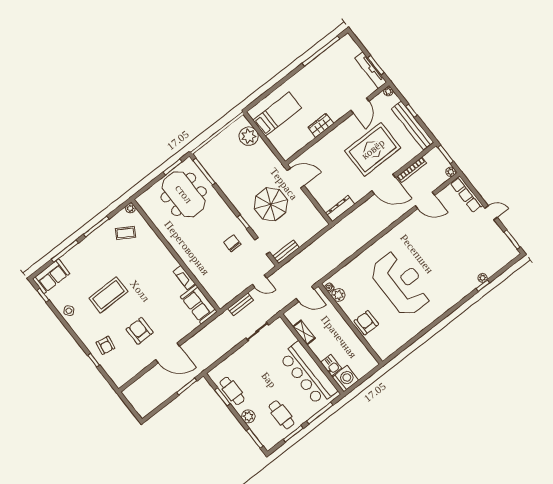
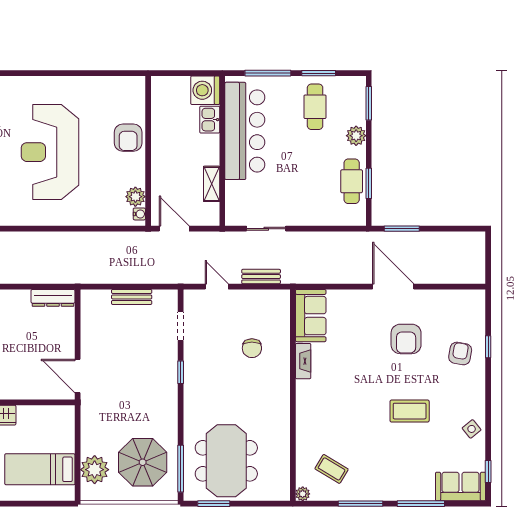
parasol: (271, 204) -> (143, 462), moved
chair: (232, 243) -> (252, 348), moved
bench: (286, 252) -> (132, 297), moved
coffee table: (108, 295) -> (410, 411), width x0.73, depth x0.76

